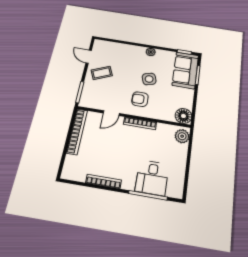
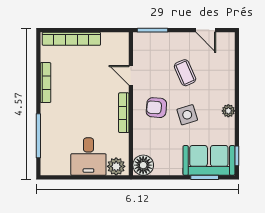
door: (89, 57) -> (206, 30), swing flipped
coffee table: (102, 73) -> (185, 73), moved
armchair: (140, 99) -> (156, 108), turned -85
bookcase: (77, 131) -> (71, 39), moved
desk: (152, 178) -> (88, 157), moved, turned -90

